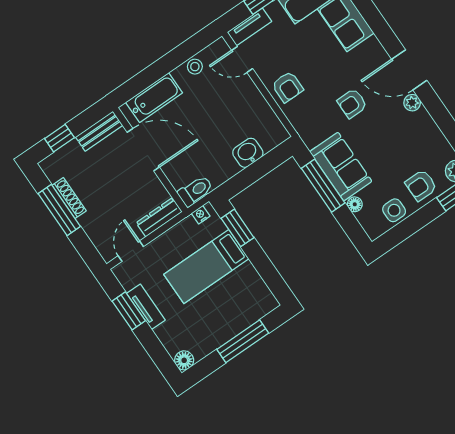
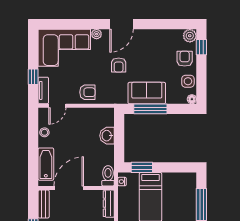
plant: (412, 103) -> (97, 34), moved
armchair: (421, 185) -> (185, 59), turned 180
floor lamp: (355, 204) -> (192, 99), moved

